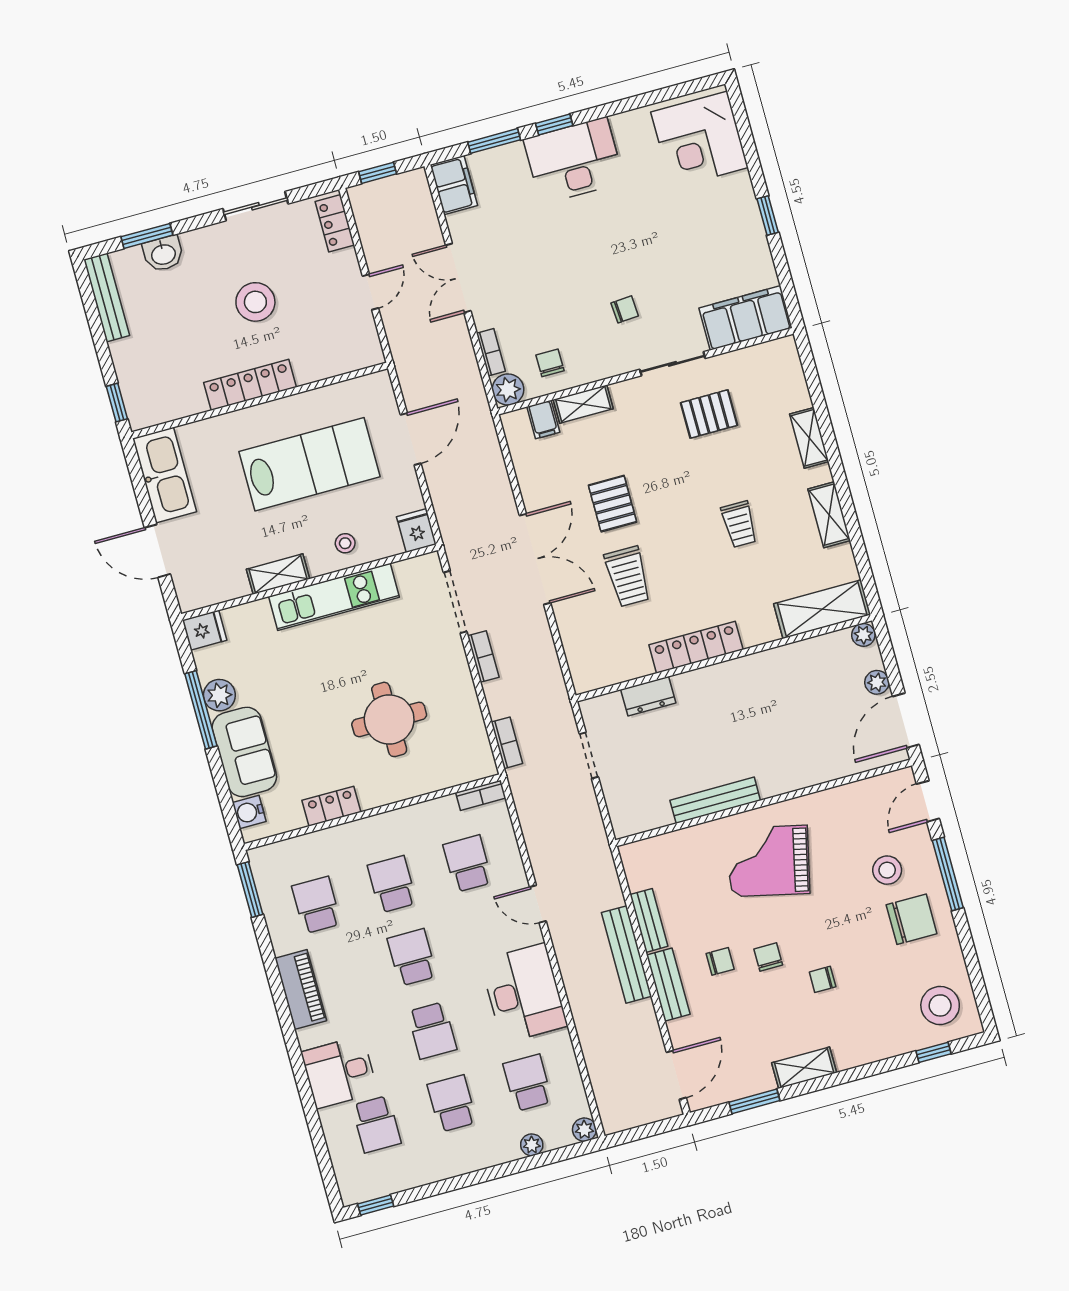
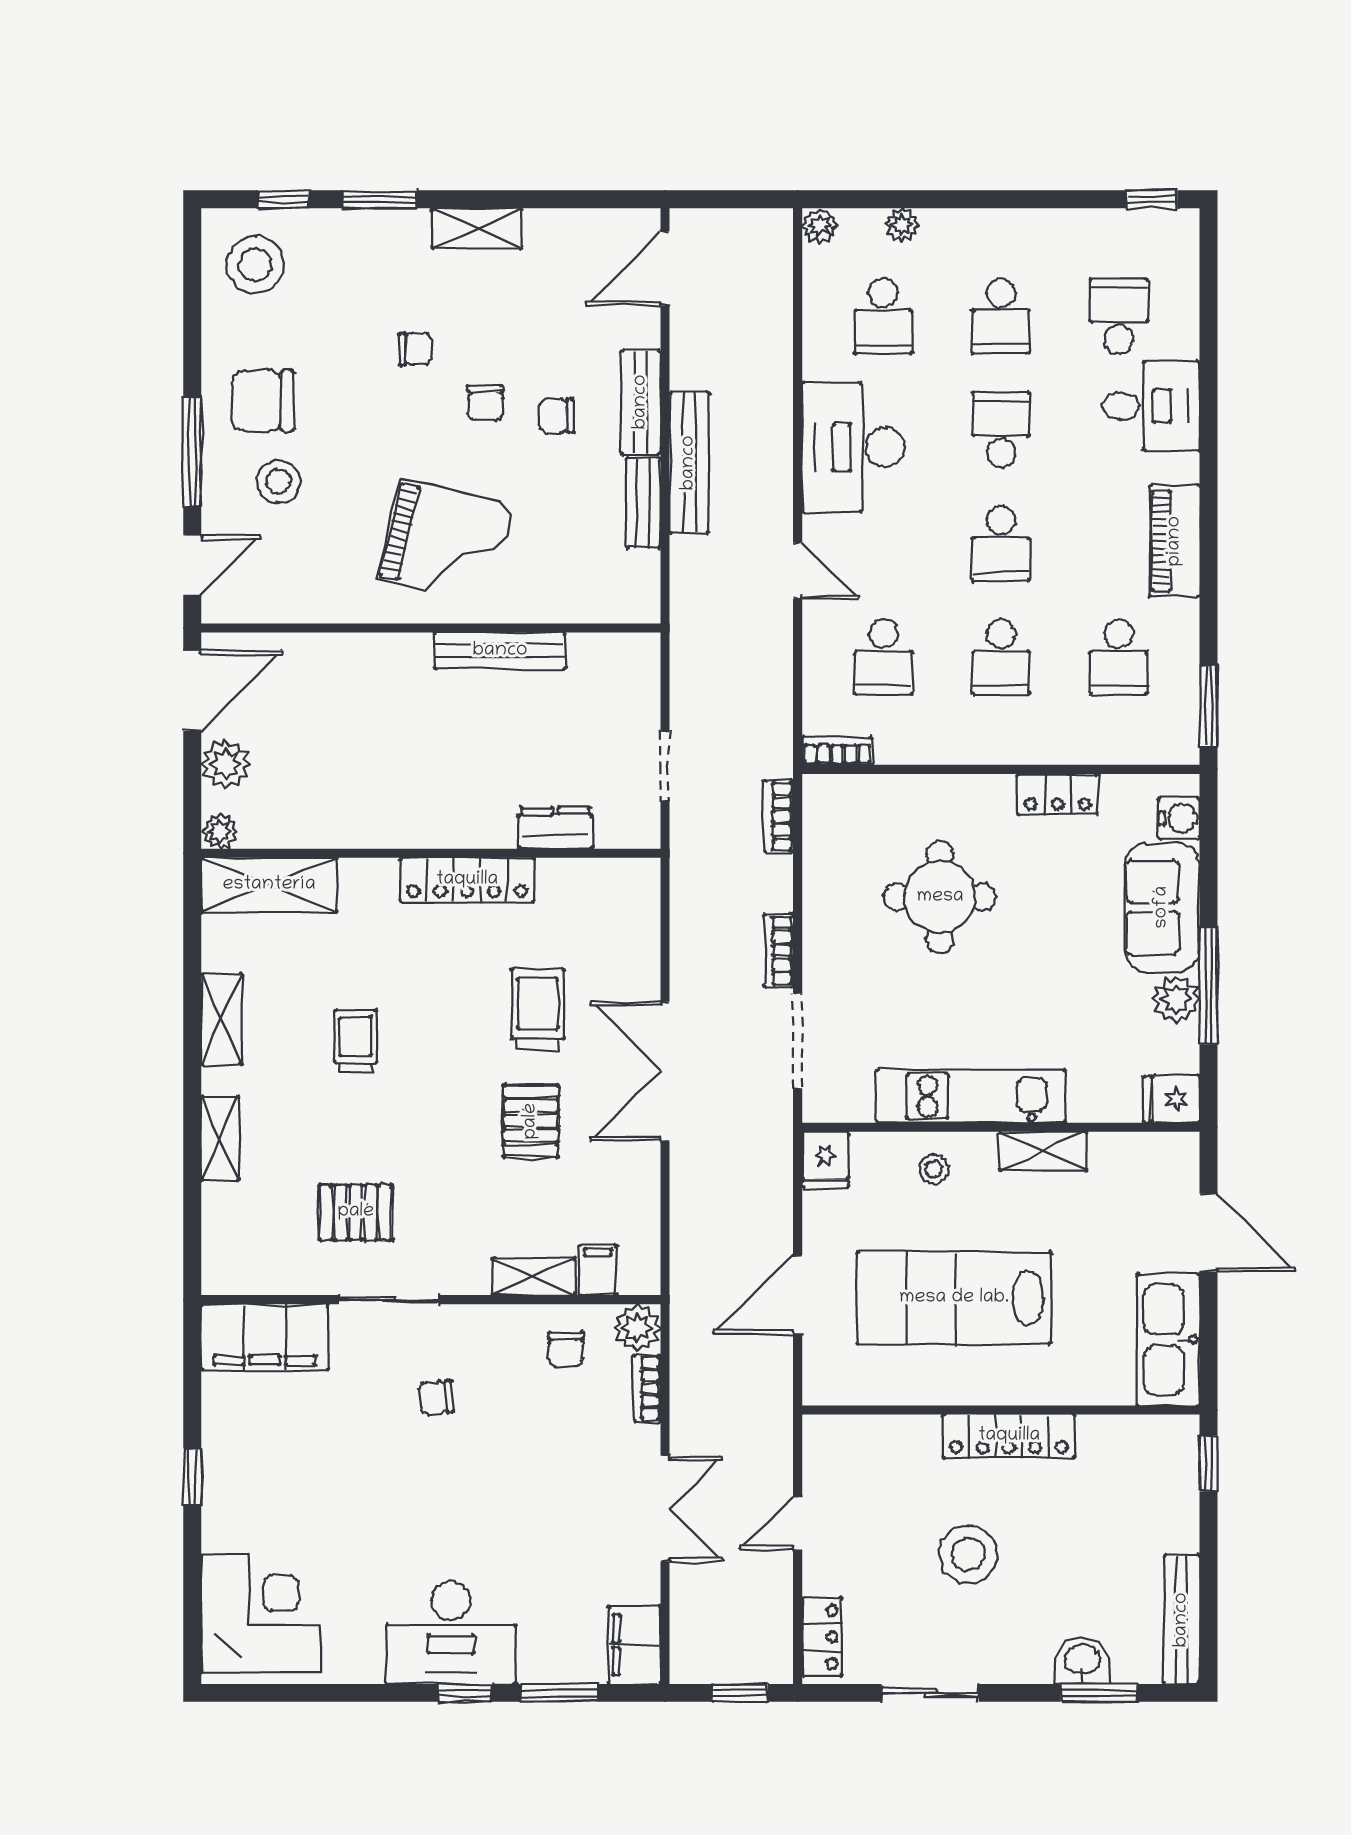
plant: (877, 682) -> (226, 764), width x1.38, depth x1.38
window: (754, 1101) -> (380, 199), moved

